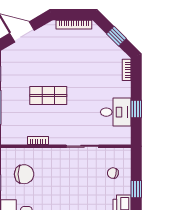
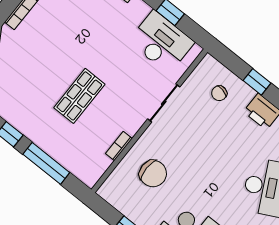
desk: (116, 112) -> (161, 42), width x1.37
chair: (24, 174) -> (153, 174), moved, turned 90

